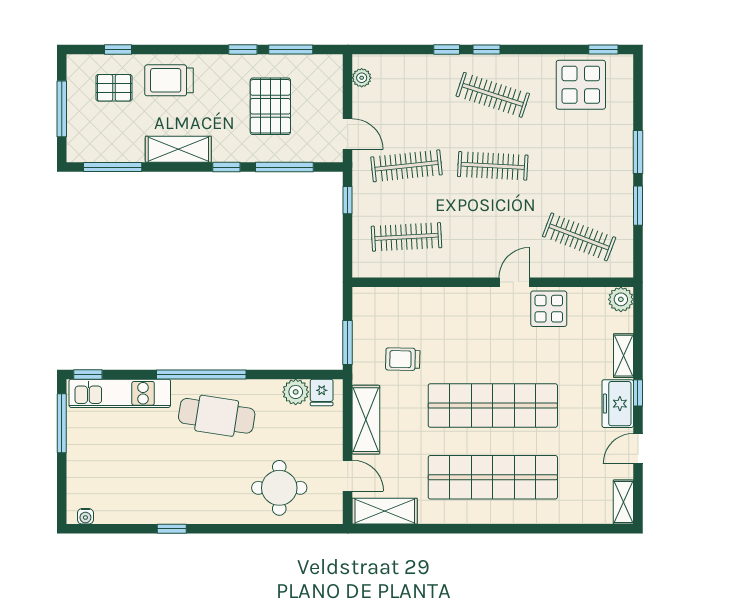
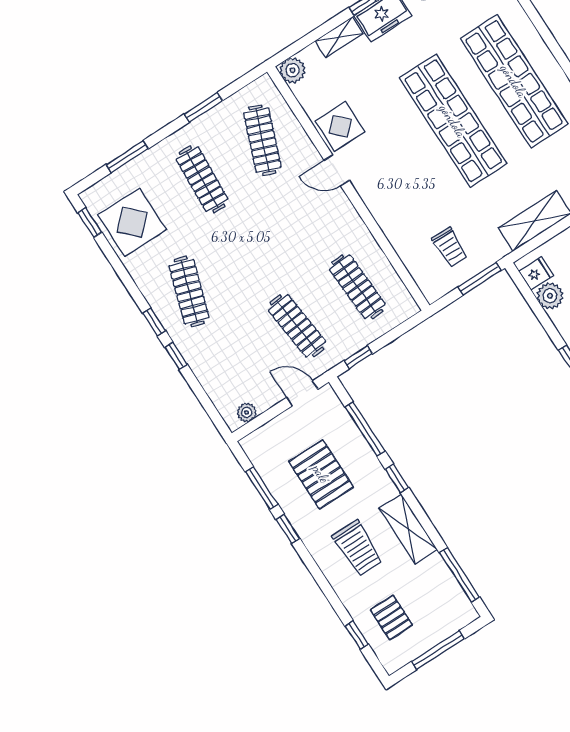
trolley: (169, 80) -> (358, 548), moved
pallet: (270, 106) -> (321, 474), turned 90
door: (348, 134) -> (302, 393), hinge flipped
window: (638, 152) -> (127, 157), moved
clothes rail: (493, 166) -> (202, 179), moved
trolley: (403, 359) -> (450, 247), moved

